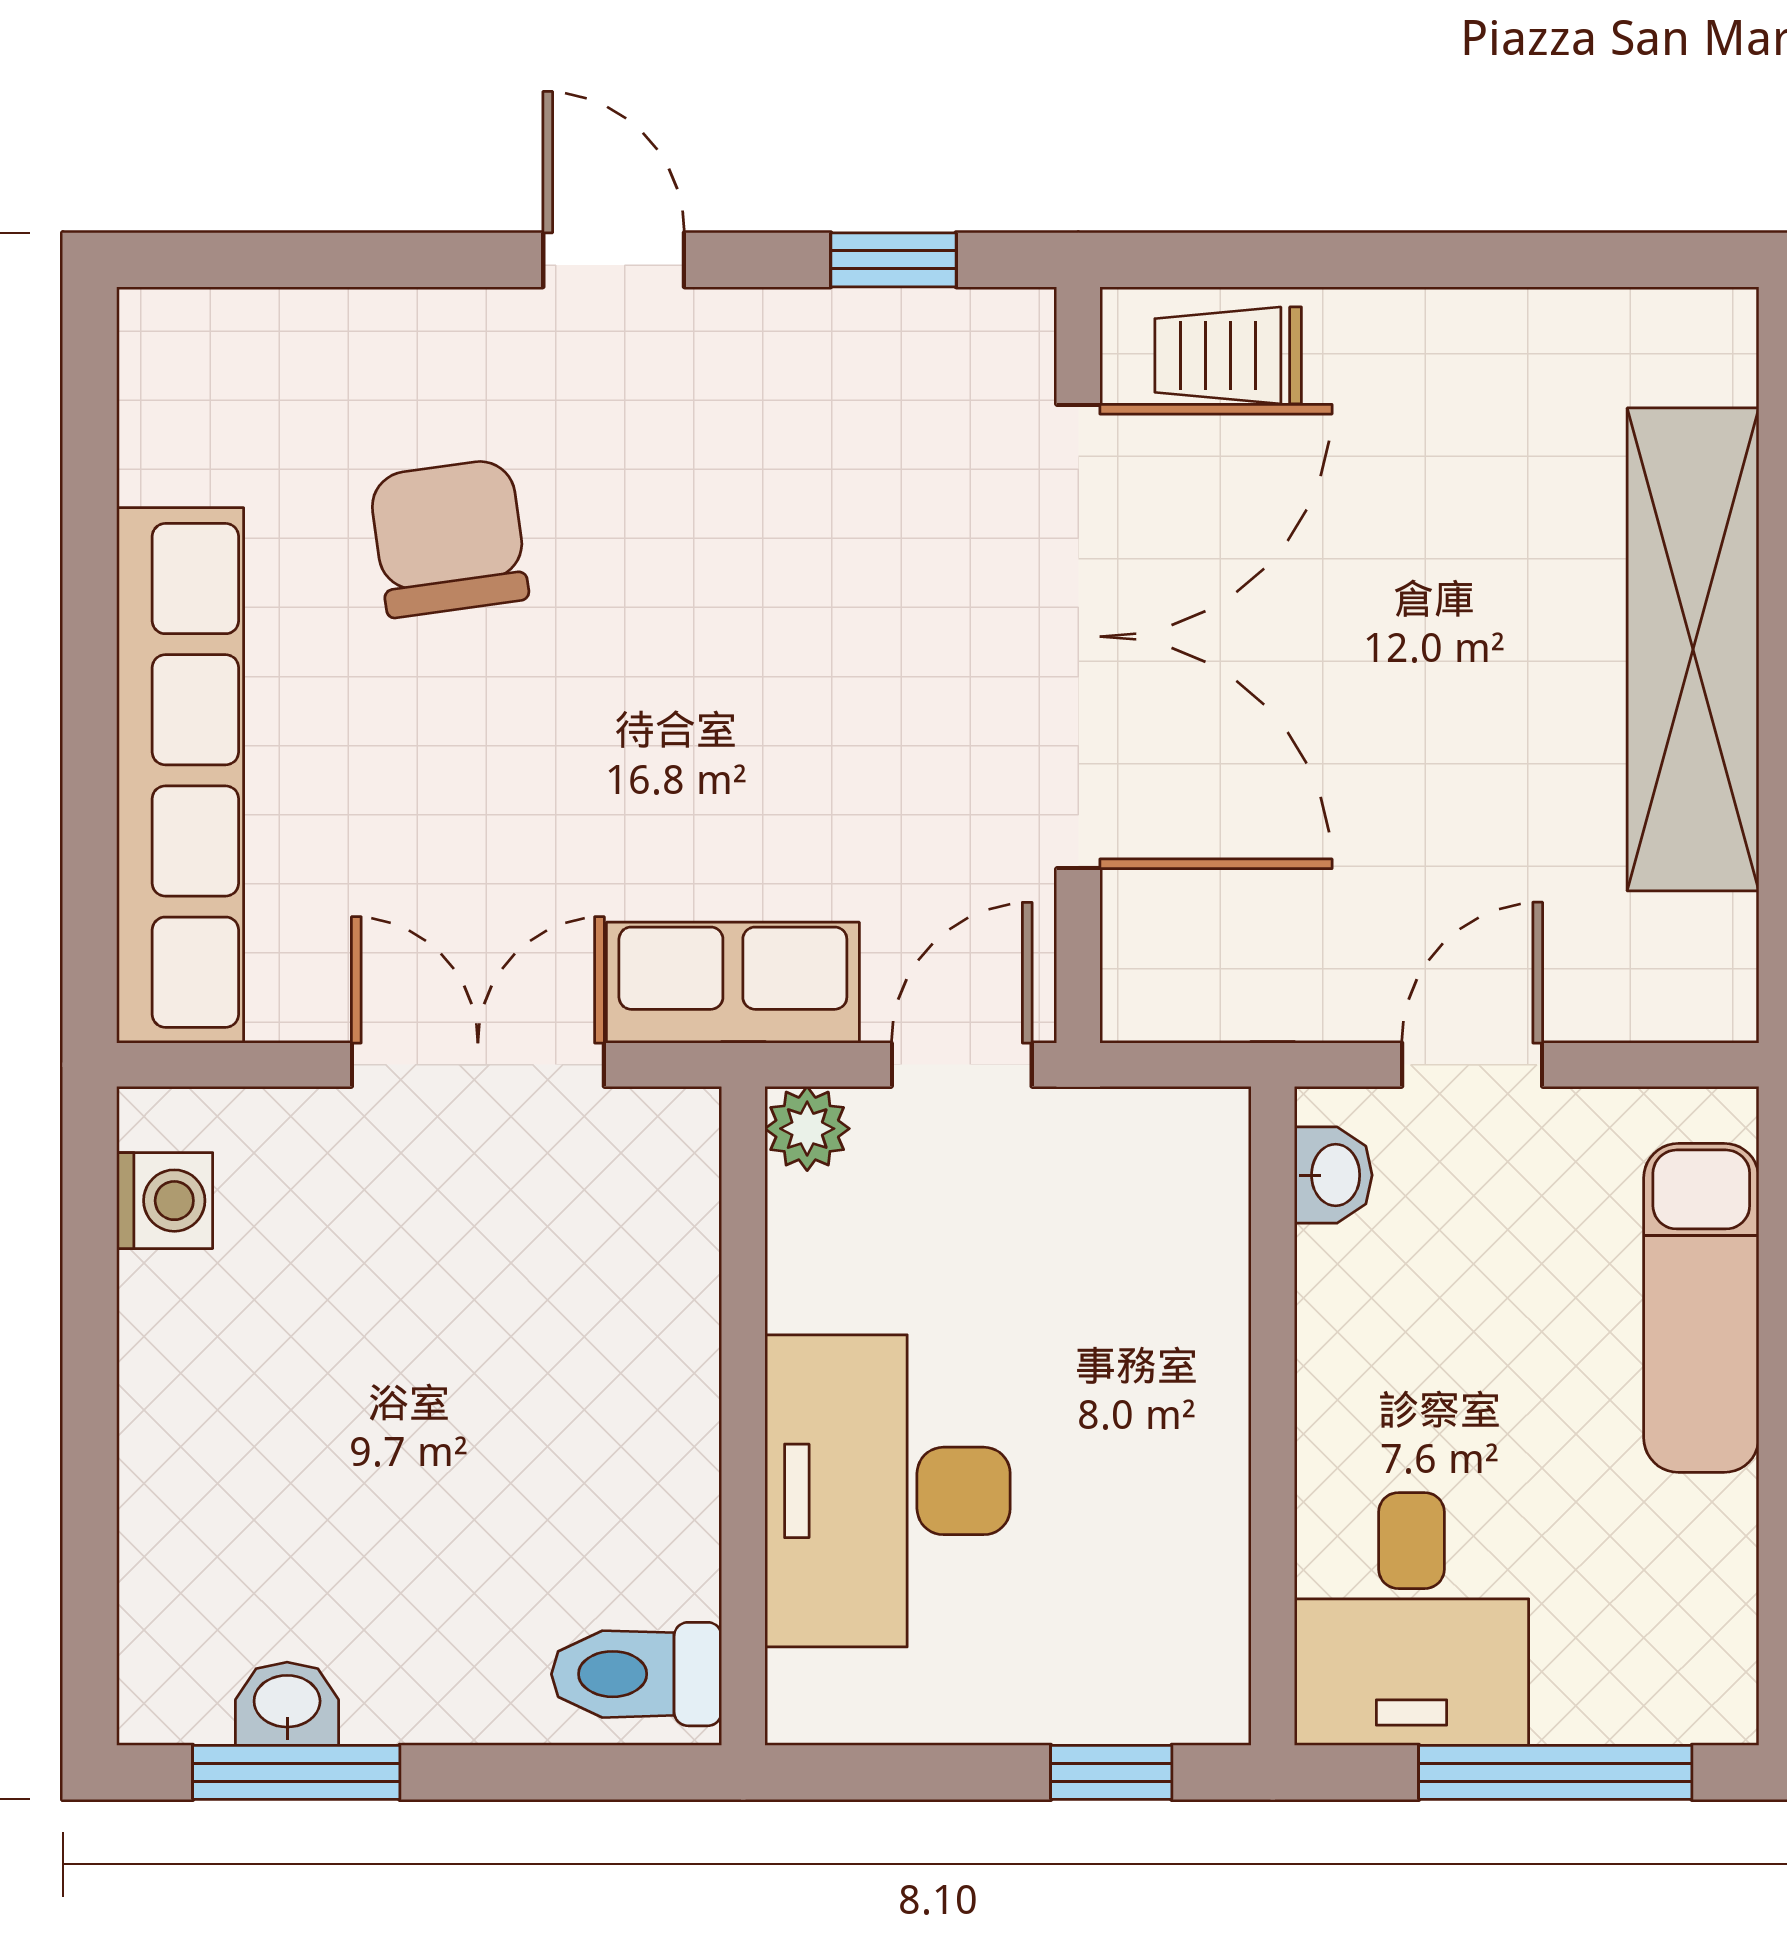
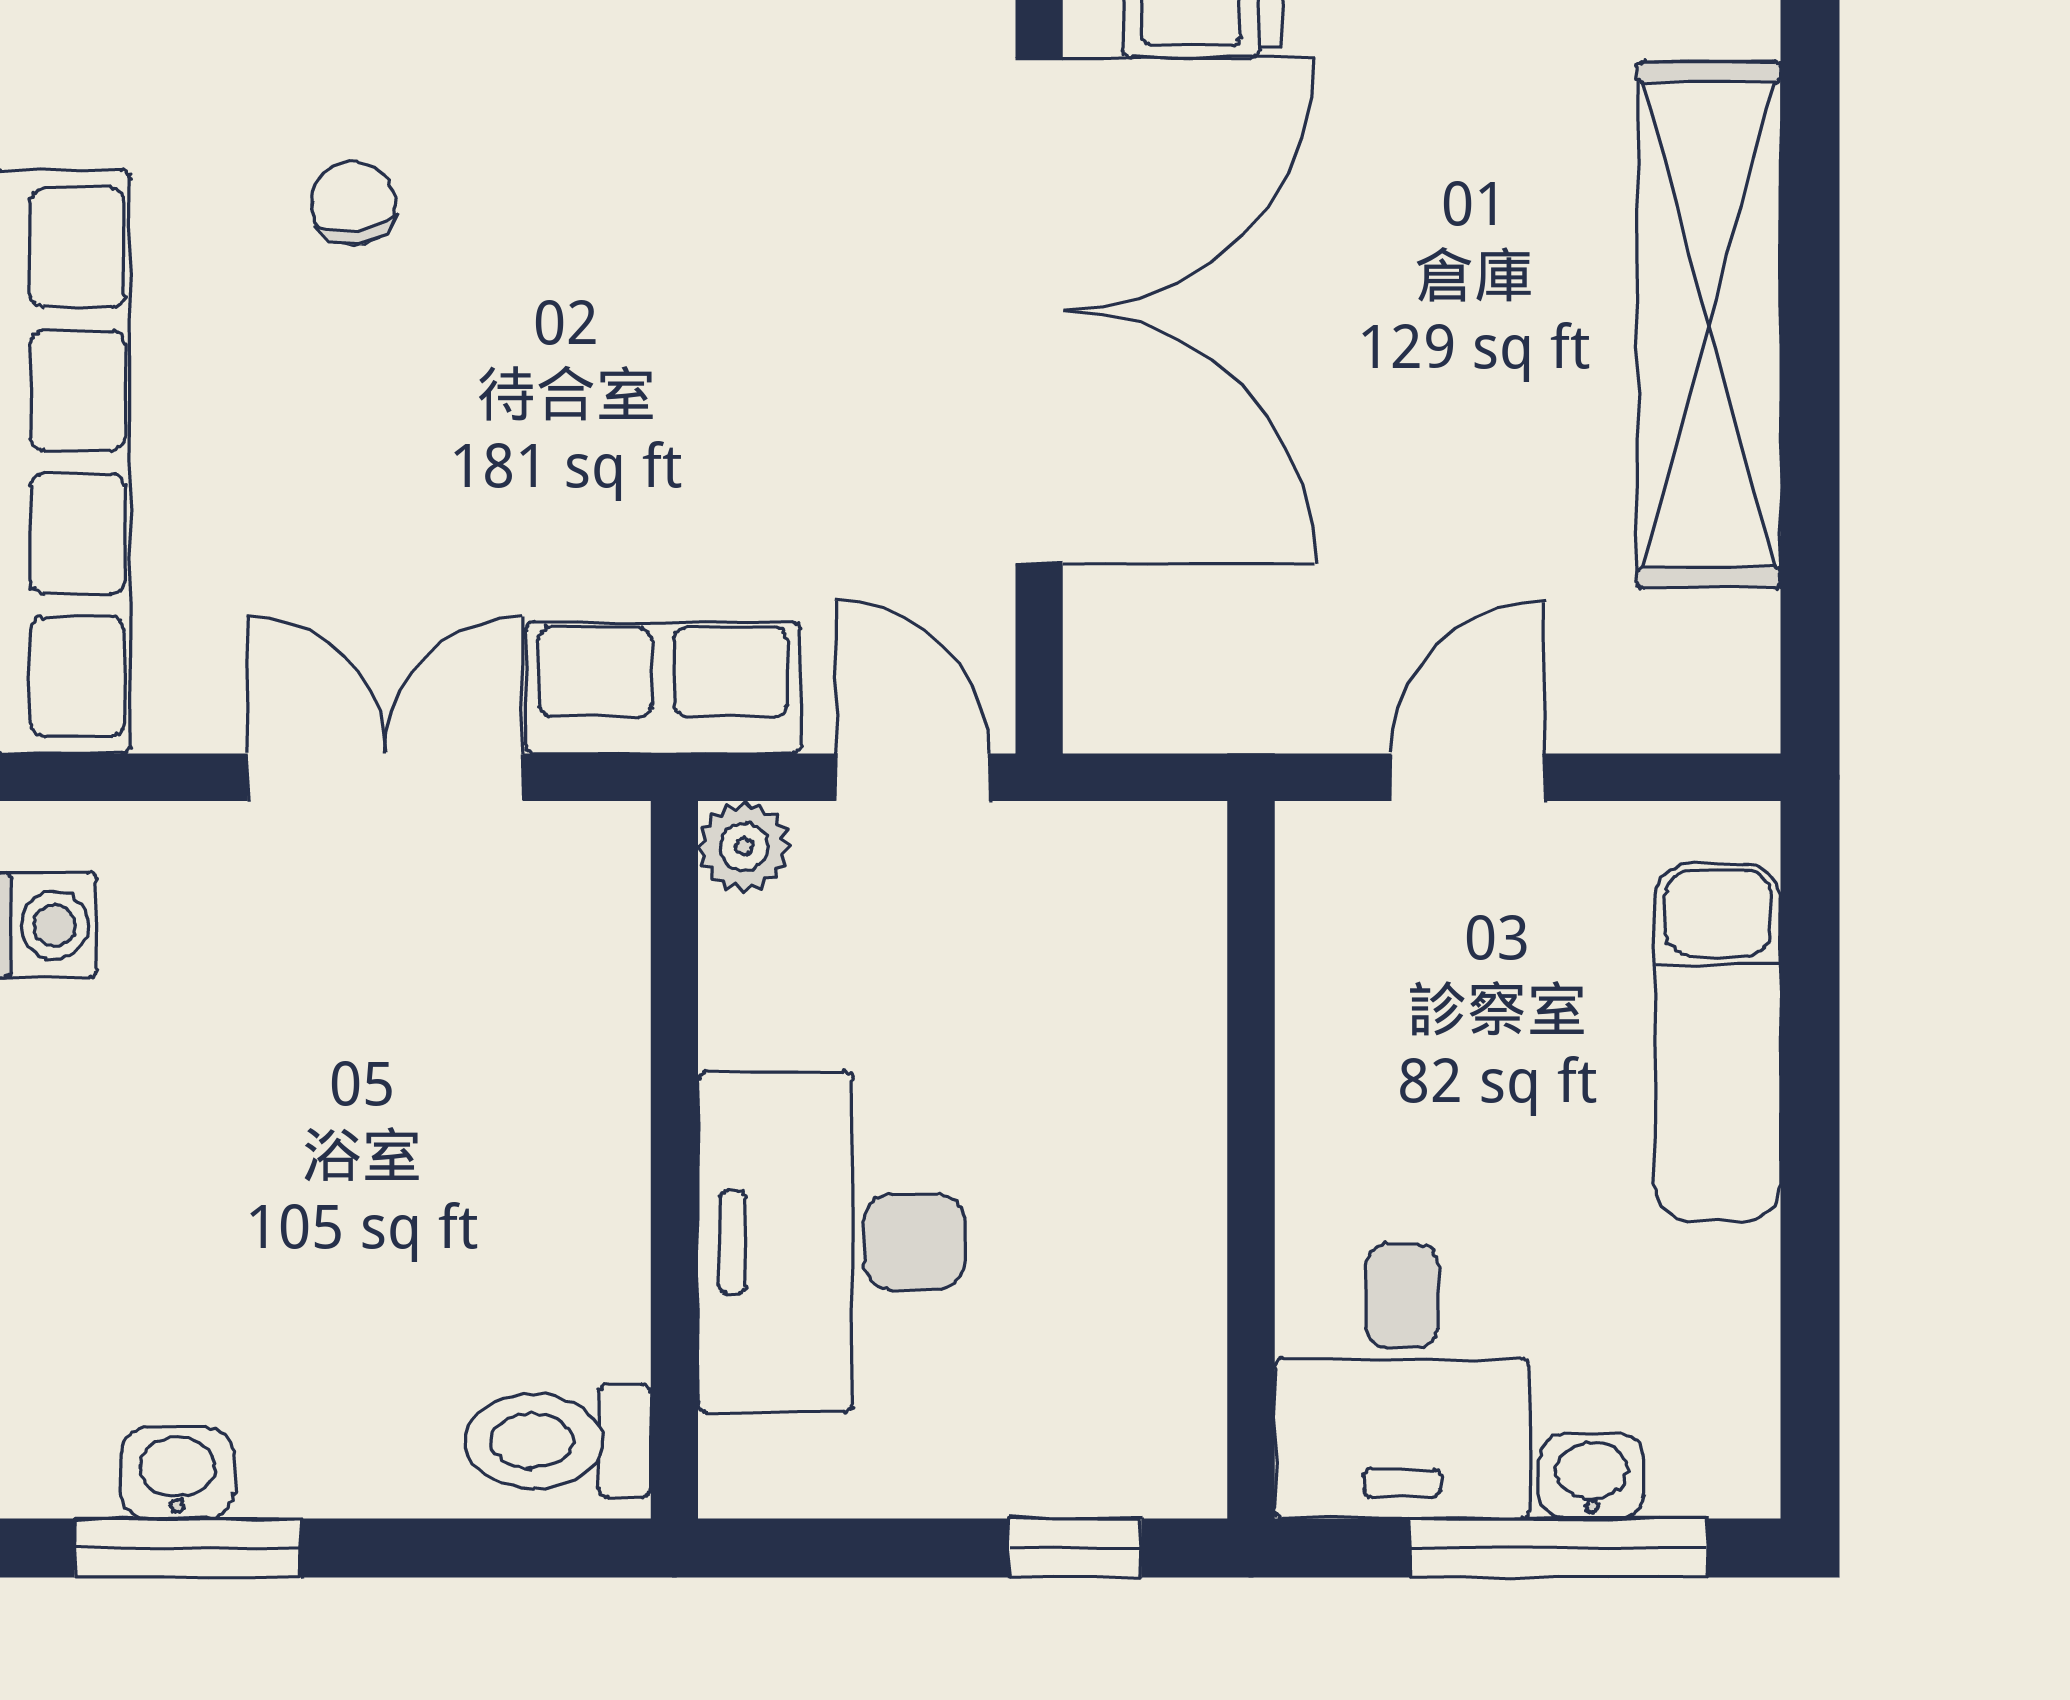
chair: (449, 538) -> (354, 204), width x0.54, depth x0.54
door: (962, 1065) -> (912, 777), hinge flipped
washbasin: (1333, 1175) -> (1592, 1476), moved, turned -90

